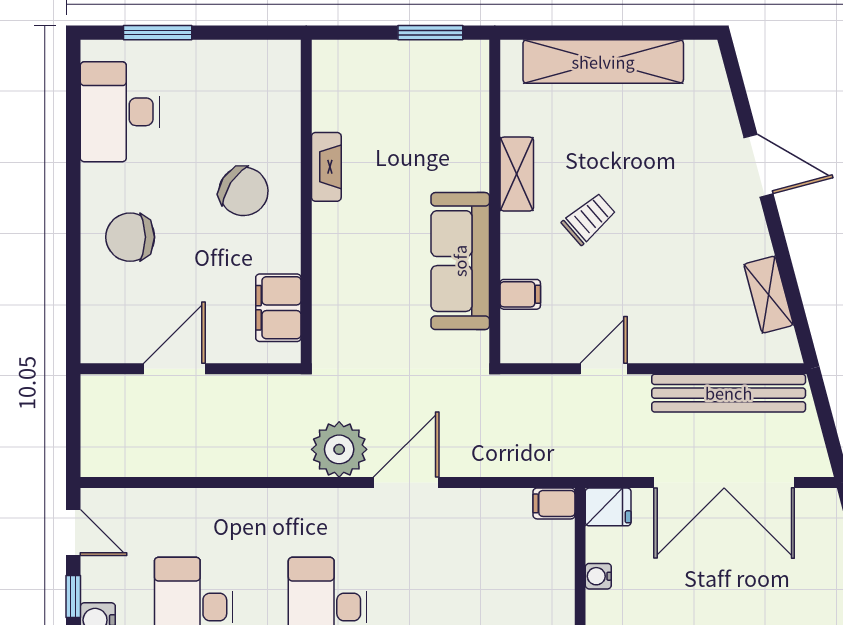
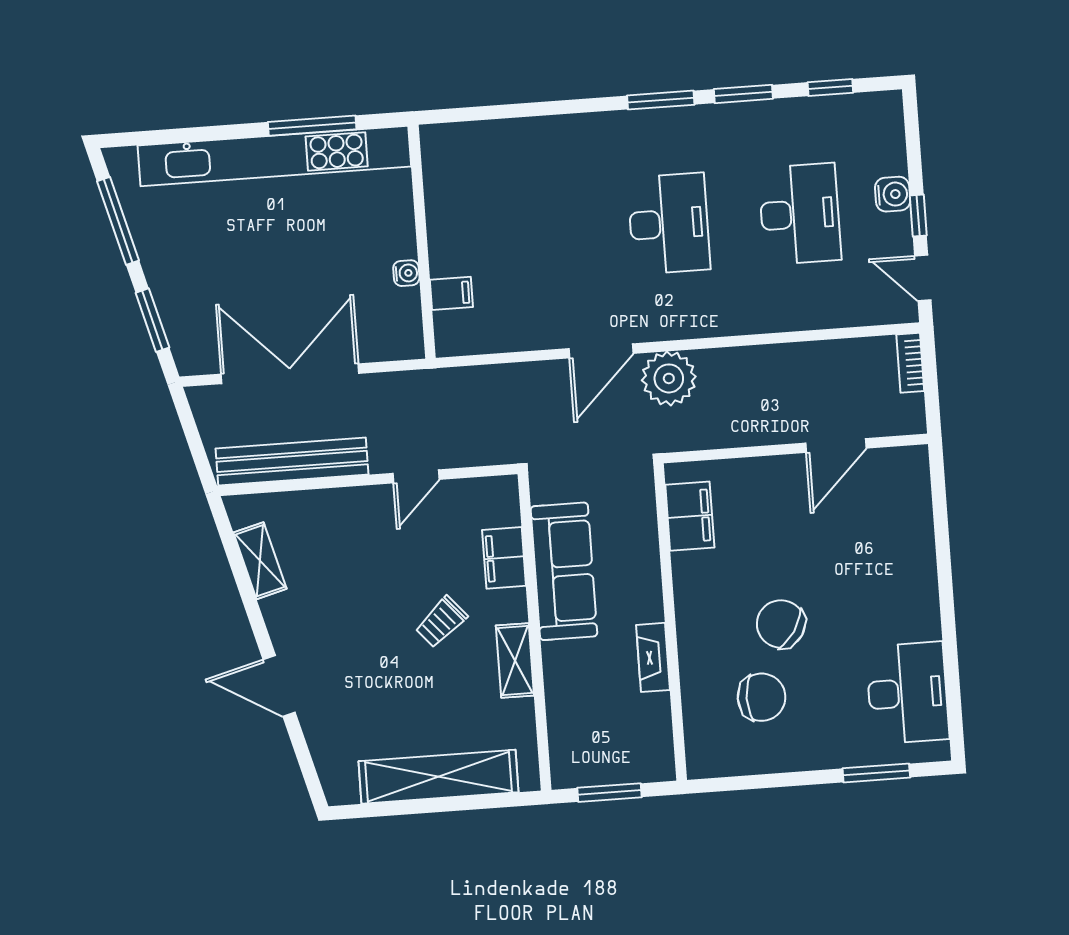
fireplace: (326, 167) -> (653, 657), moved
wall: (306, 202) -> (670, 622), moved
chair: (130, 237) -> (762, 697), moved
filing cabinet: (520, 294) -> (504, 558), width x2.00
filing cabinet: (278, 308) -> (690, 516), moved
bookcase: (92, 447) -> (910, 363), added
filing cabinet: (554, 503) -> (451, 293), moved
fridge: (608, 507) -> (402, 342), removed

